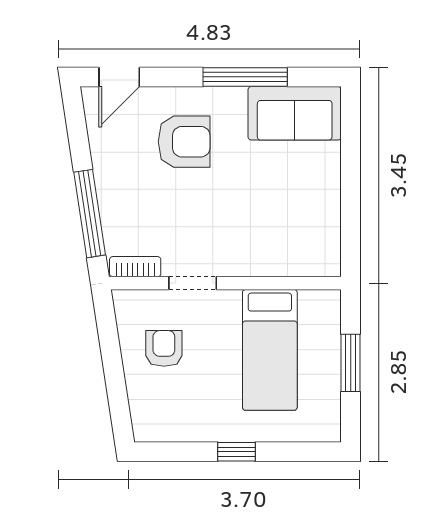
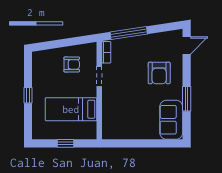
door: (119, 77) -> (187, 46), swing flipped
window: (245, 77) -> (187, 99), width x0.69
window: (351, 363) -> (66, 143), width x0.67

